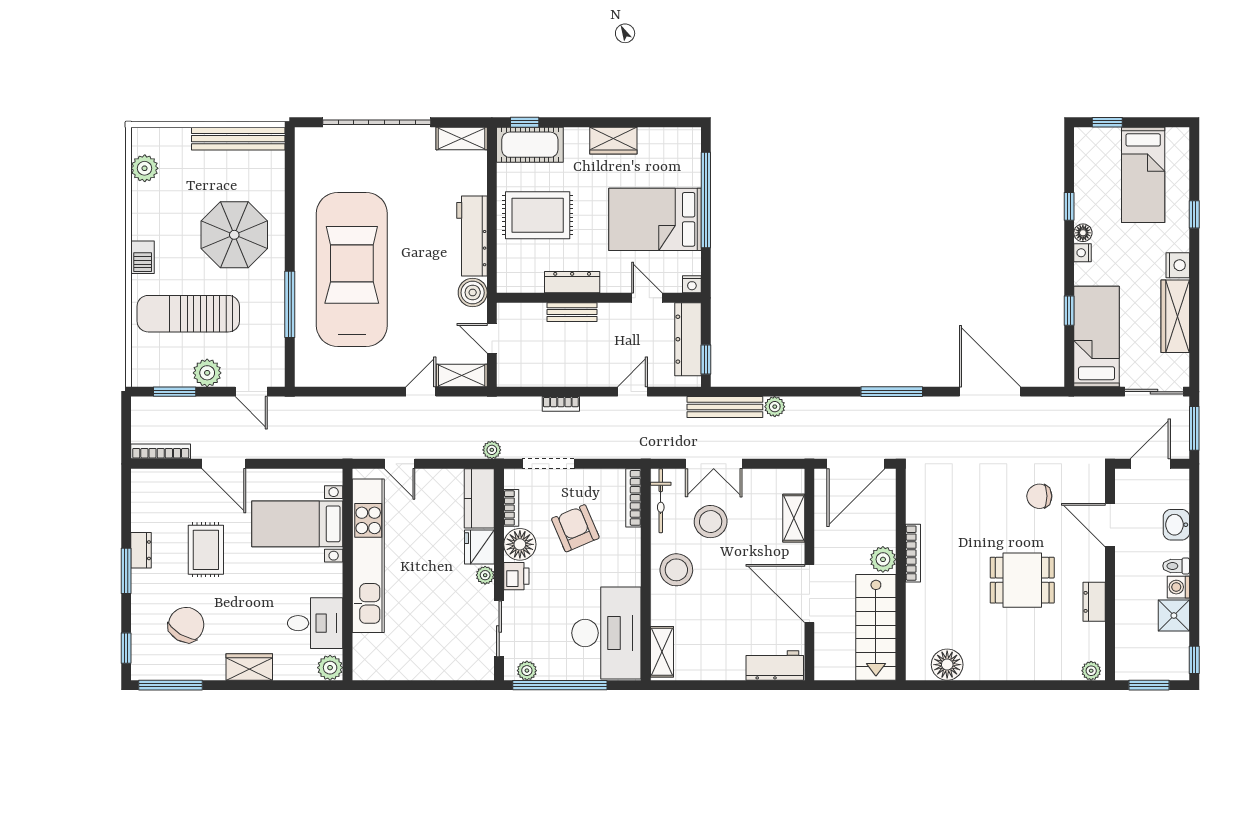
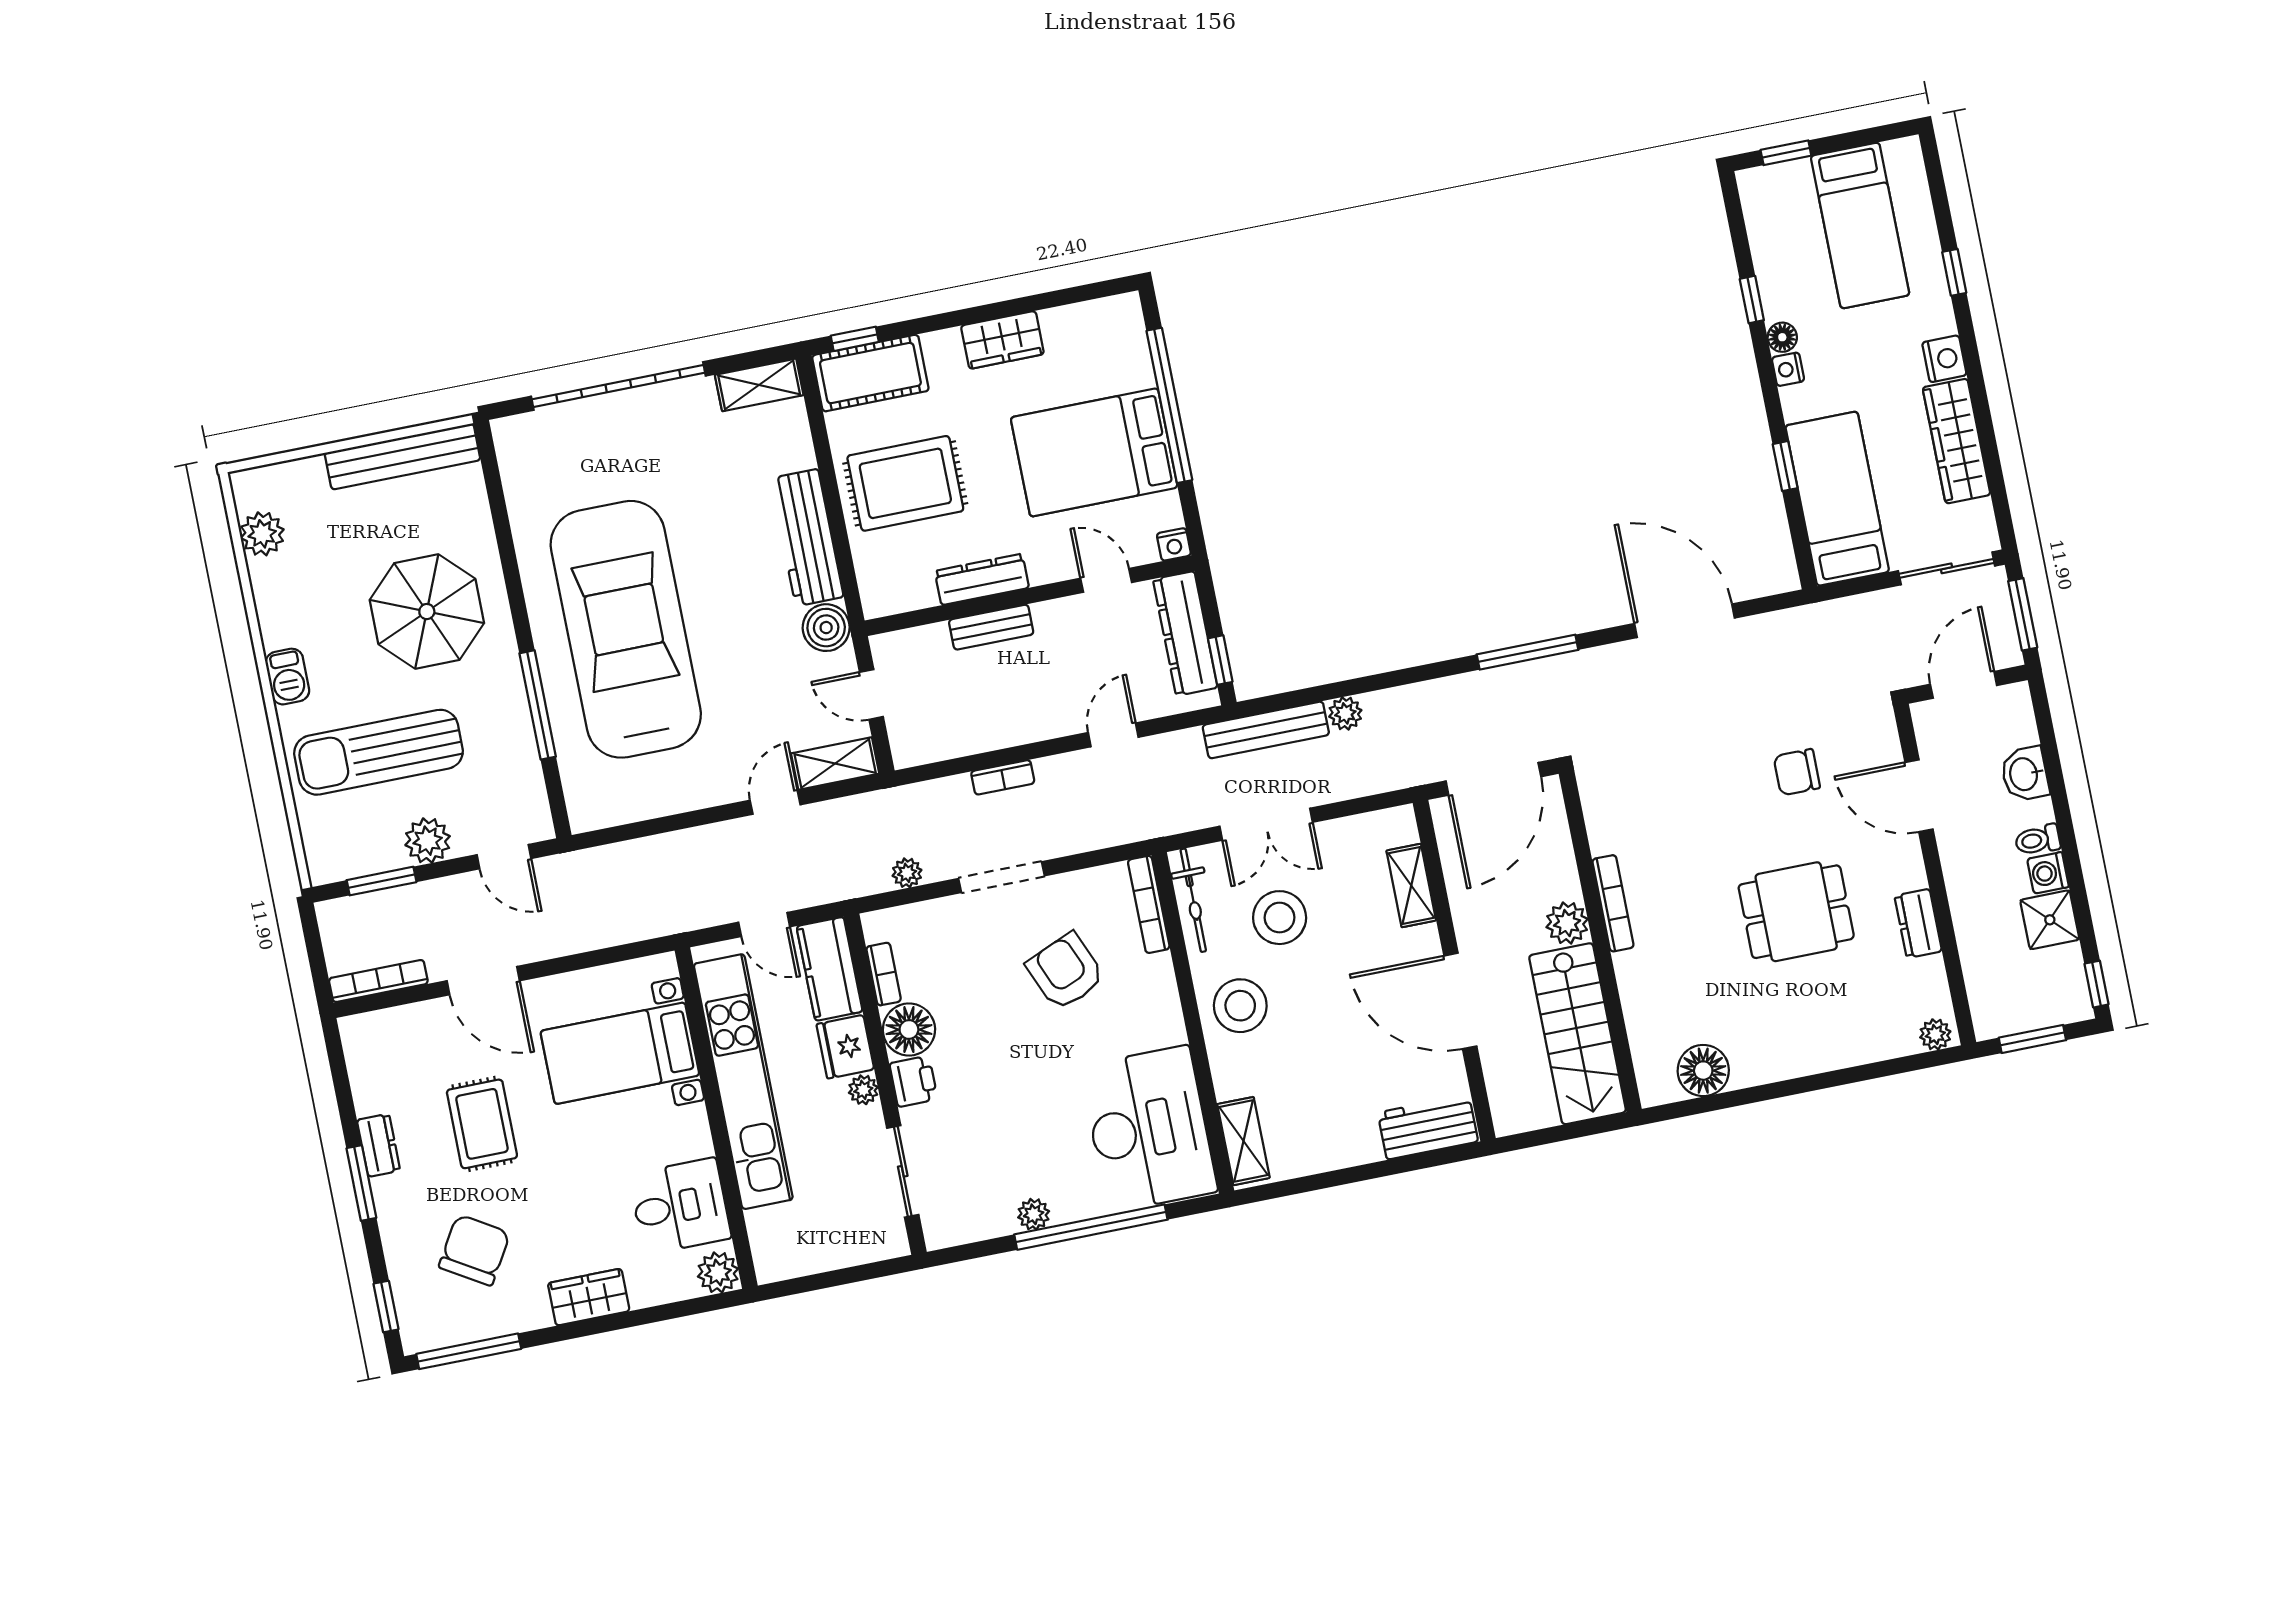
kitchen counter: (479, 498) -> (830, 969), moved
bookcase: (511, 508) -> (884, 974), moved
floor lamp: (520, 544) -> (909, 1030), moved
fridge: (479, 547) -> (845, 1047), moved
wall: (499, 574) -> (885, 1084), moved
plant: (485, 575) -> (863, 1090), moved
printer: (516, 576) -> (914, 1081), moved
sliding door: (499, 629) -> (903, 1171), moved

